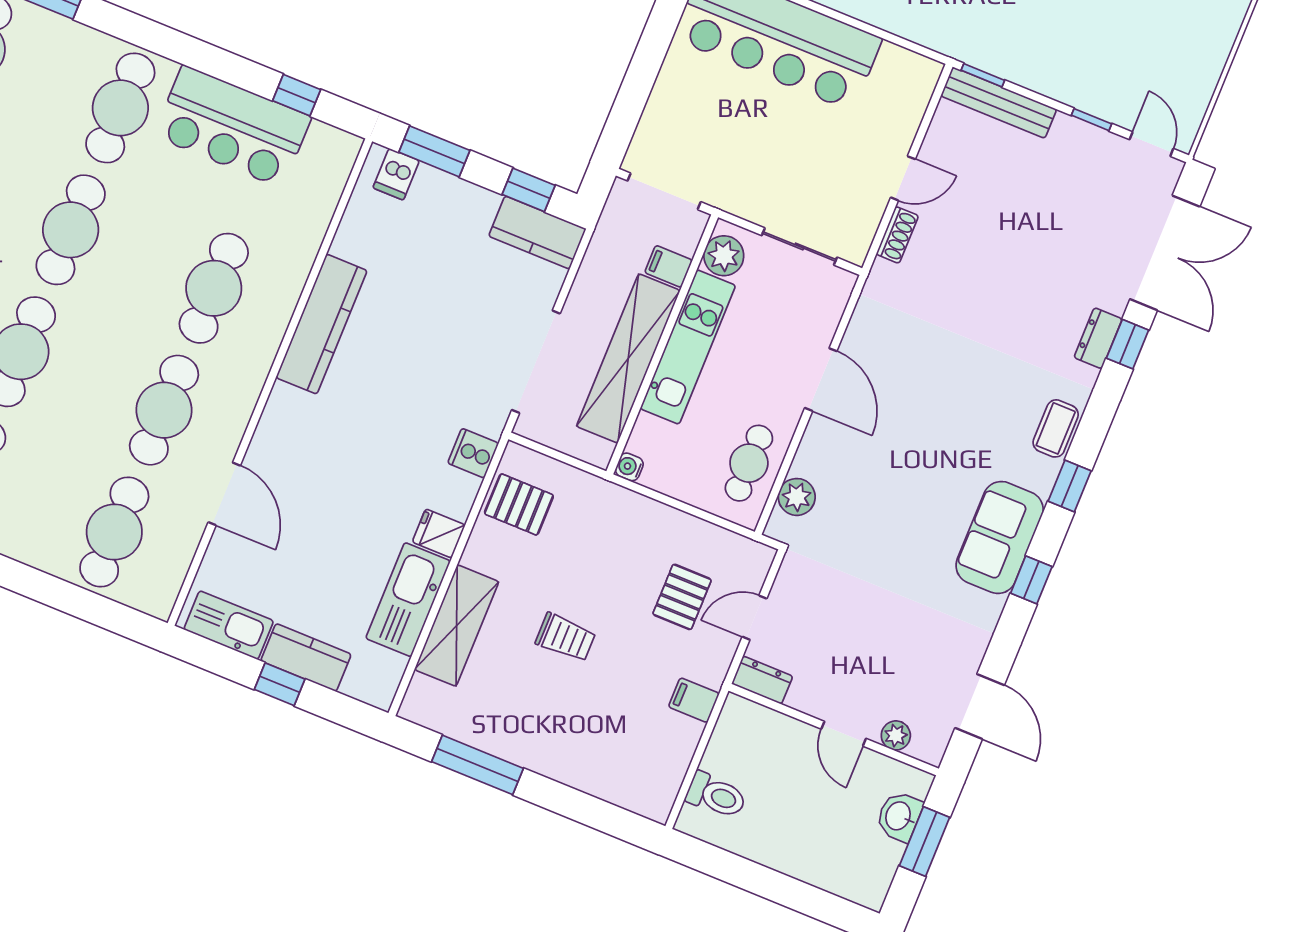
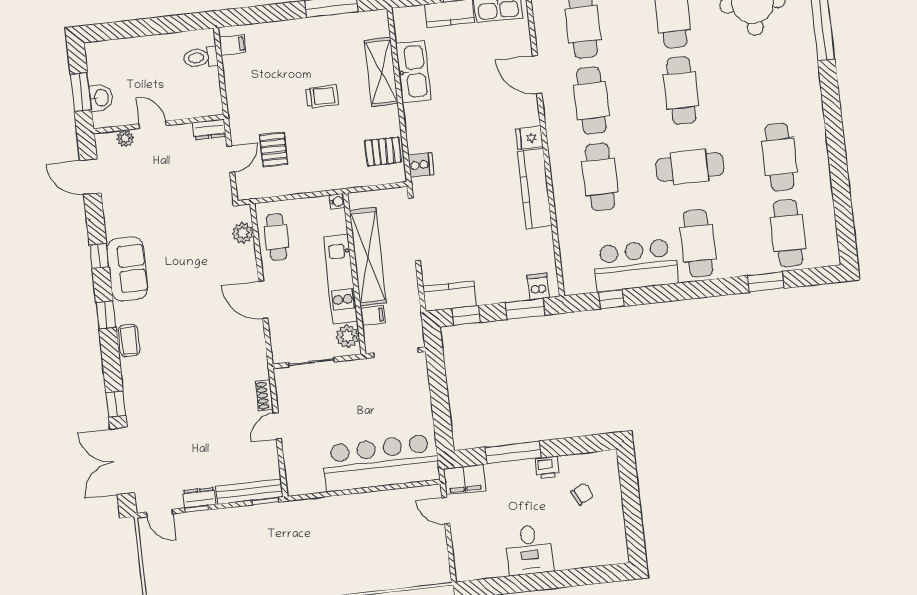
cafe table: (71, 230) -> (690, 167), turned 90
dresser: (1098, 338) -> (199, 498), moved, turned -90
fridge: (439, 533) -> (529, 138), moved, turned 180
trolley: (565, 637) -> (322, 96), turned 180
filing cabinet: (694, 700) -> (232, 45), moved

